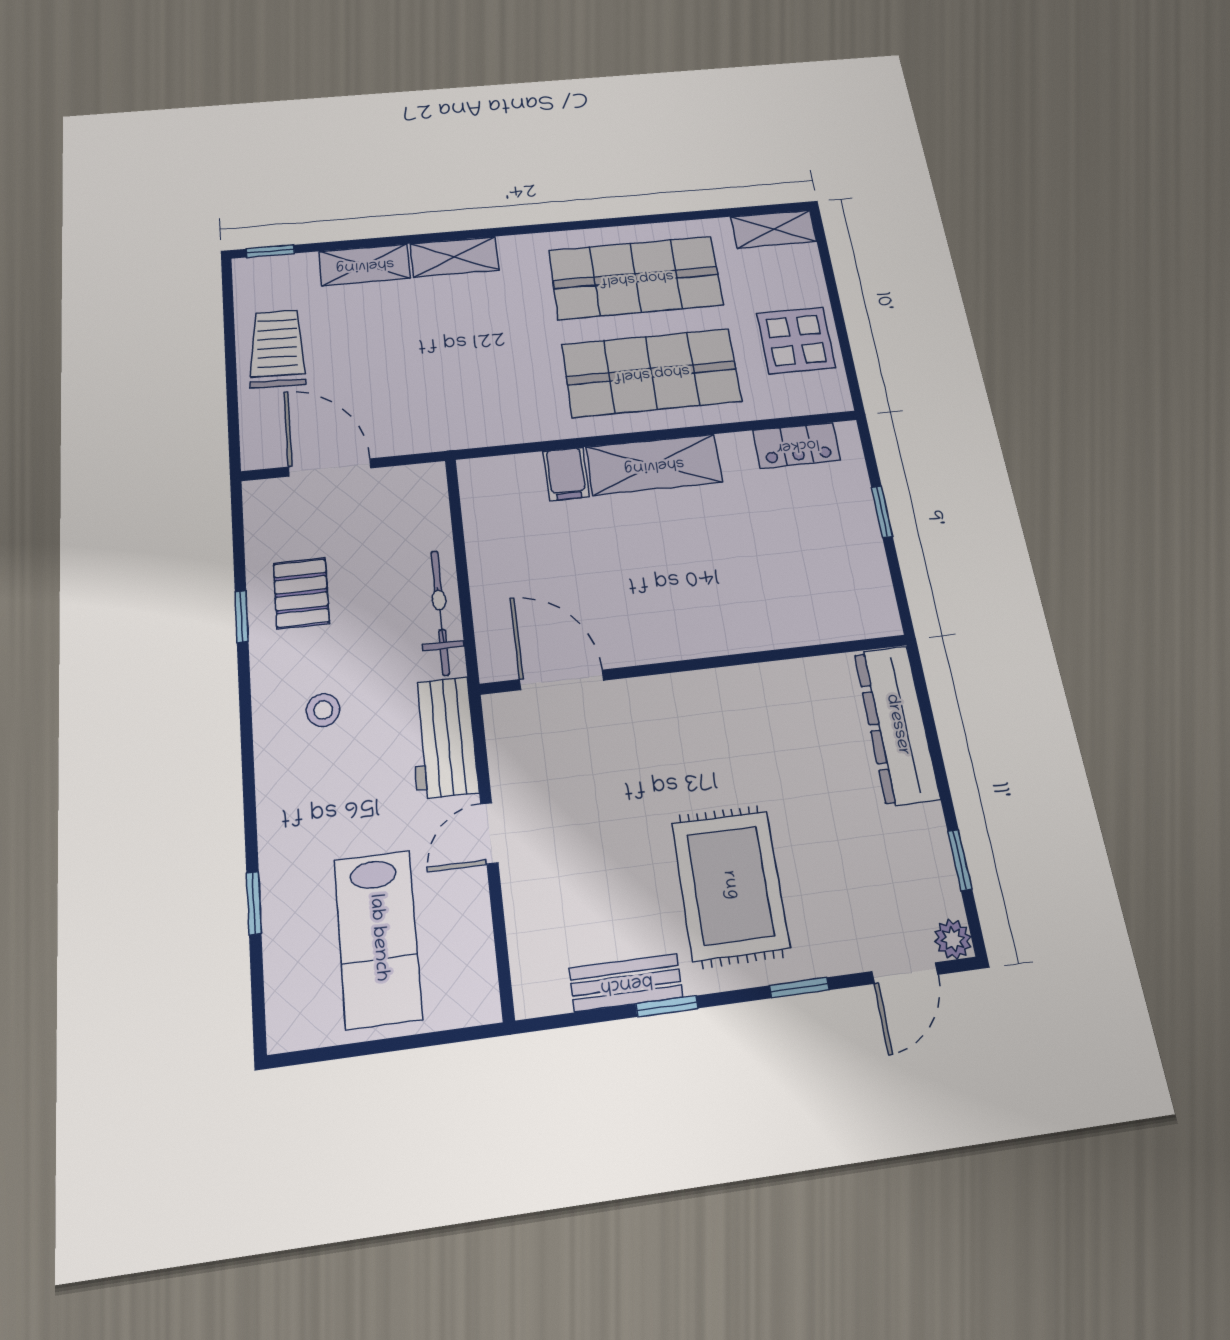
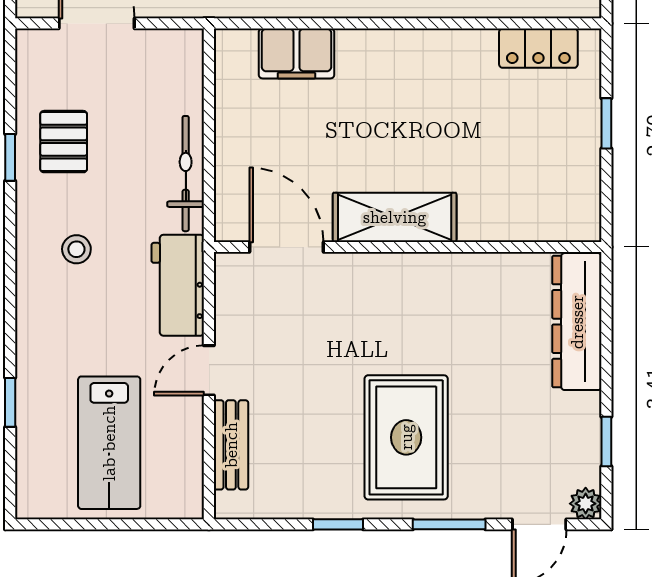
shelving: (654, 465) -> (395, 217), moved
filing cabinet: (566, 474) -> (297, 53), width x2.00
bench: (626, 983) -> (231, 445), moved, turned 90
window: (799, 988) -> (449, 524), width x1.50

